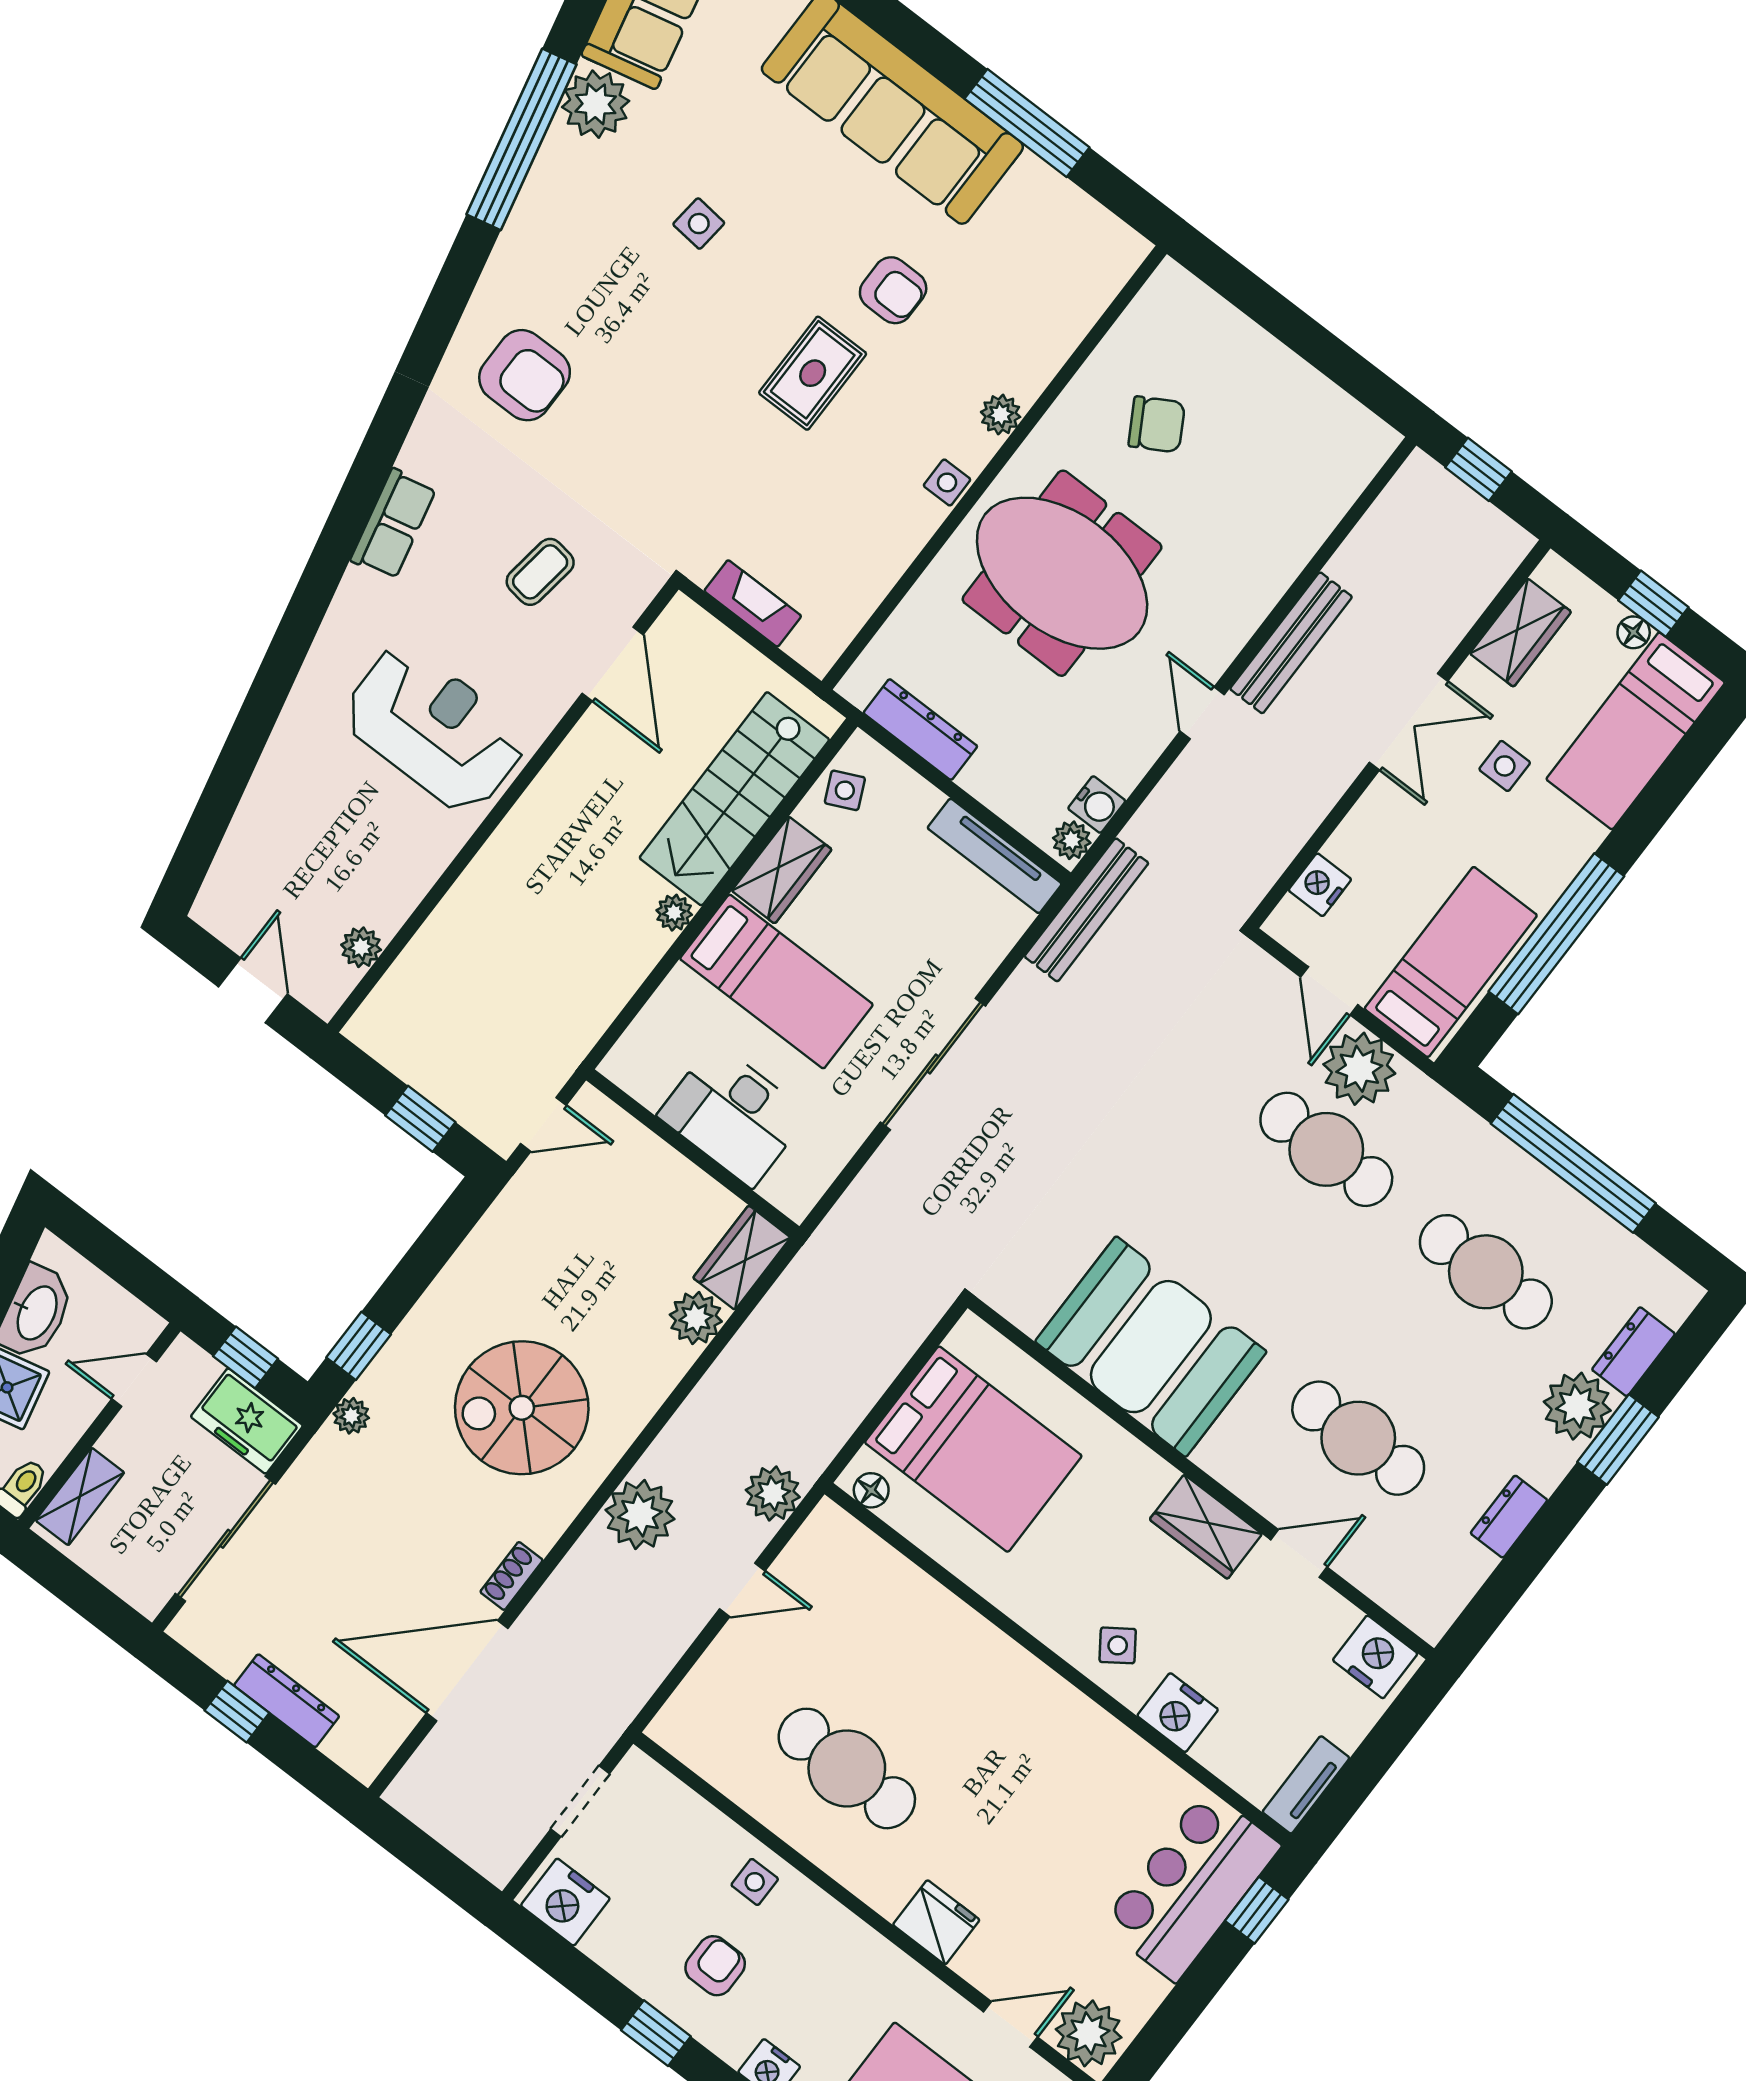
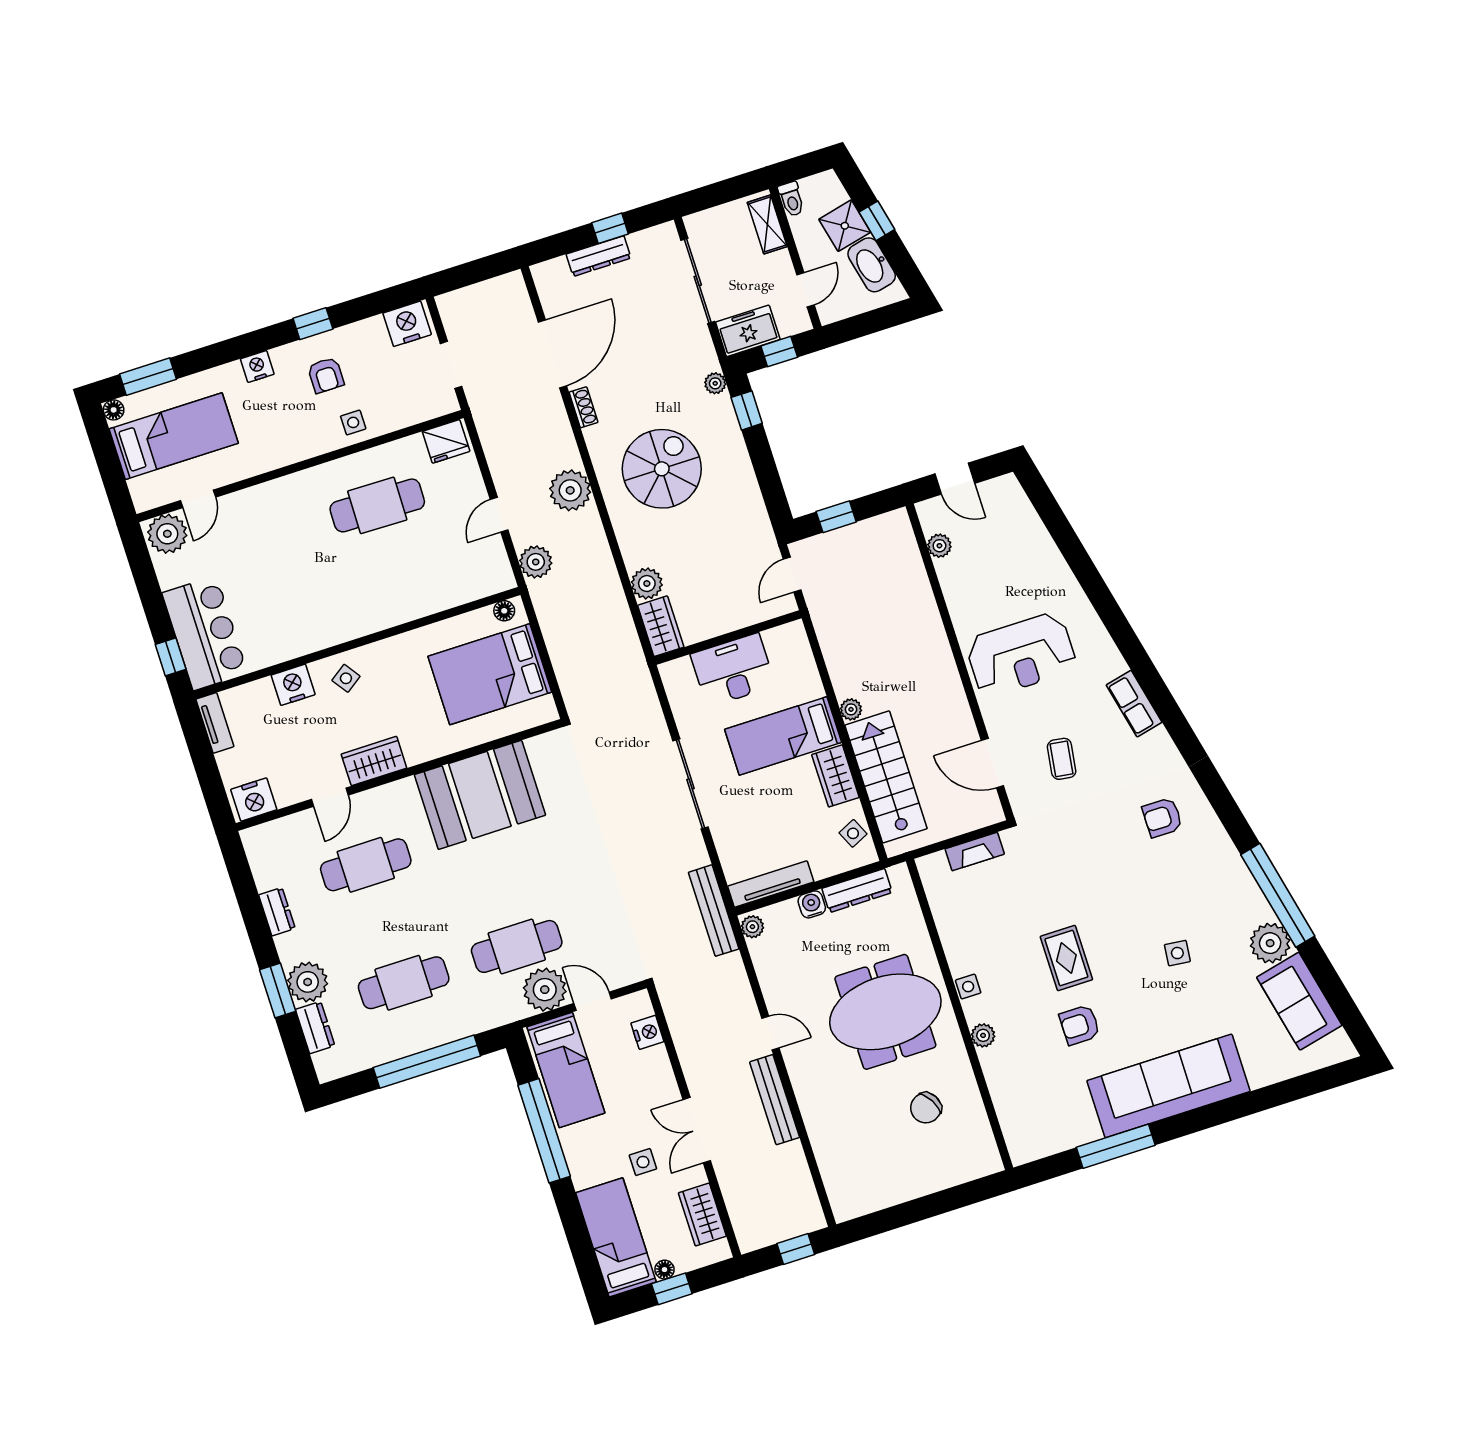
armchair: (525, 375) -> (1162, 817), width x0.72, depth x0.72
water cooler: (1097, 805) -> (812, 904), moved, turned 90
fridge: (936, 1922) -> (446, 441), moved

